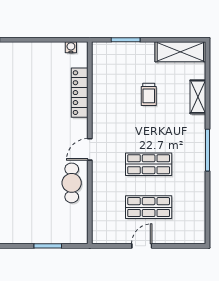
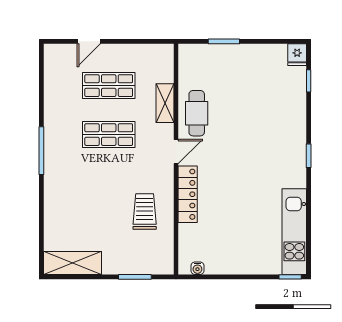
locker: (80, 93) -> (188, 194), moved
trolley: (149, 94) -> (145, 212), moved, width x1.36, depth x1.39
shelving: (198, 97) -> (165, 103), moved
door: (142, 246) -> (89, 41), moved

